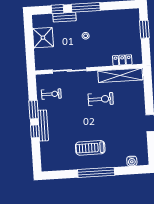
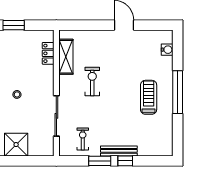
shelving: (120, 75) -> (66, 57), width x0.68
treadmill: (90, 148) -> (149, 97), turned 180

